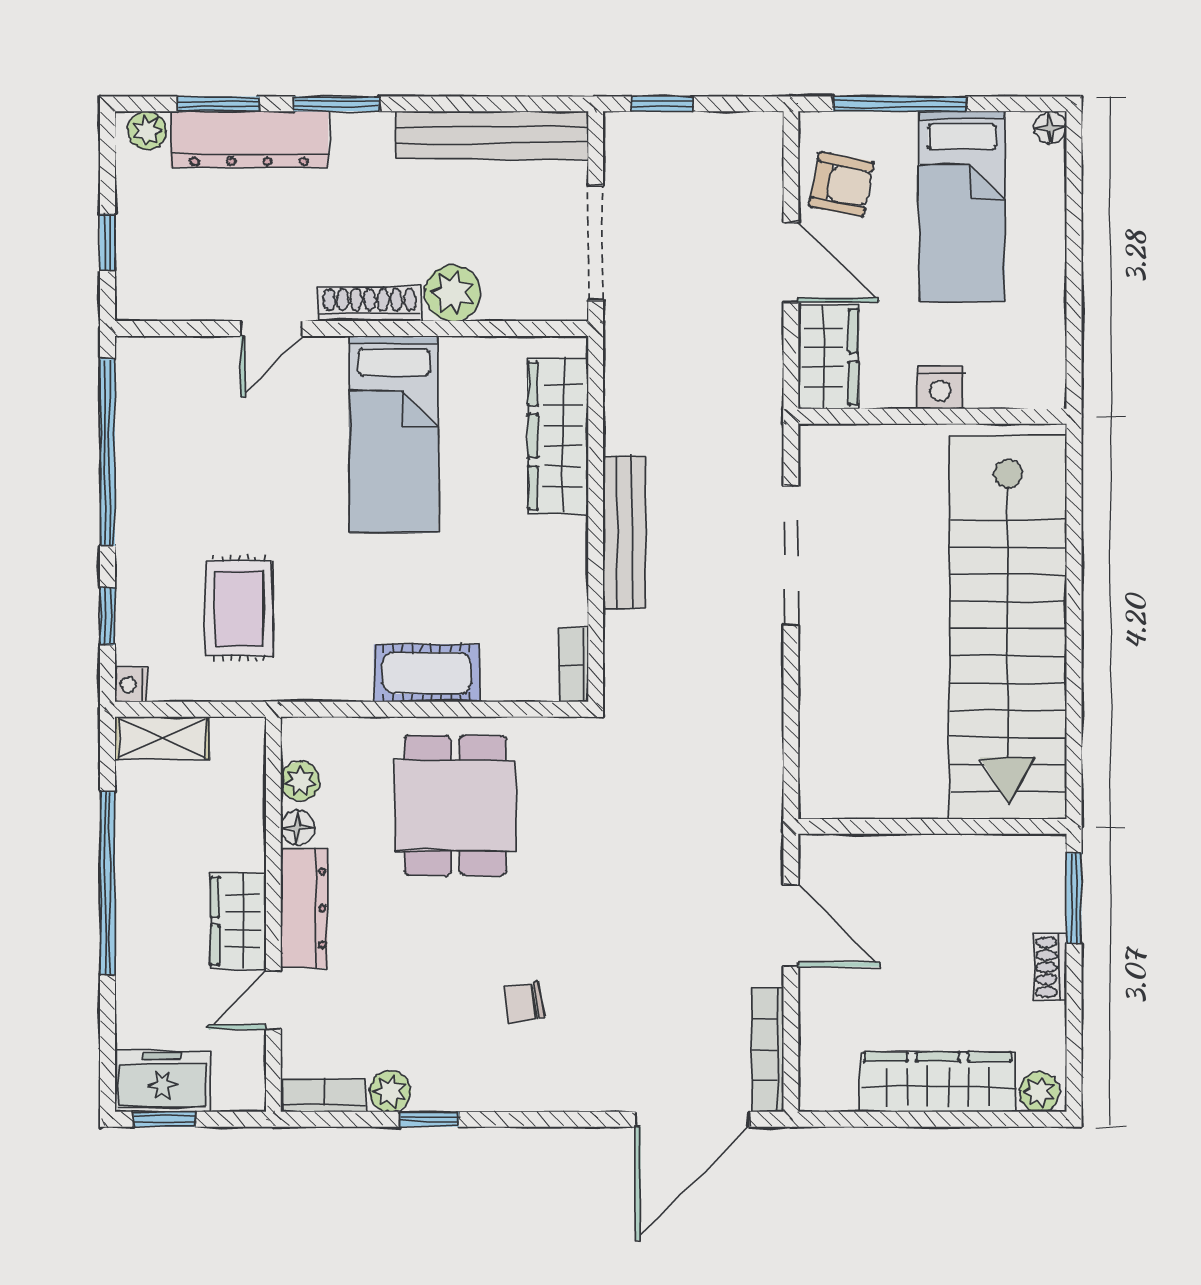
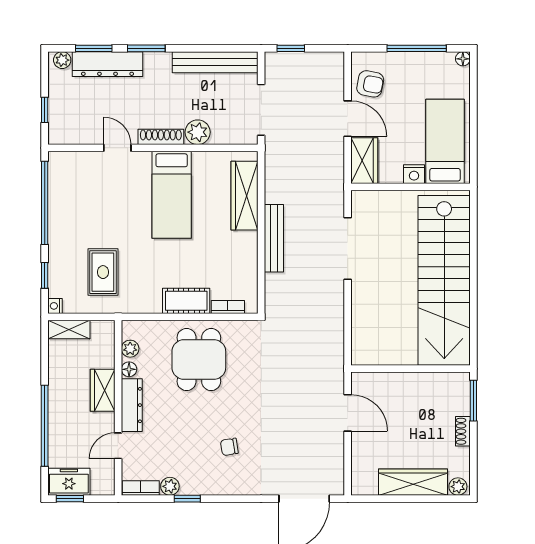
window: (900, 104) -> (417, 48), moved
bed: (962, 206) -> (445, 141), moved, turned 180
door: (271, 328) -> (117, 148), swing flipped
bookcase: (573, 665) -> (228, 307), moved, turned 90
window: (107, 883) -> (45, 426), moved
wardrobe: (238, 921) -> (103, 390), moved
bookcase: (768, 1050) -> (337, 468), removed

